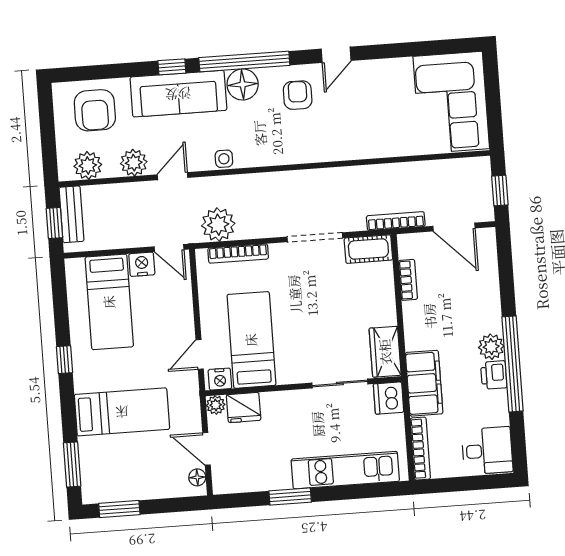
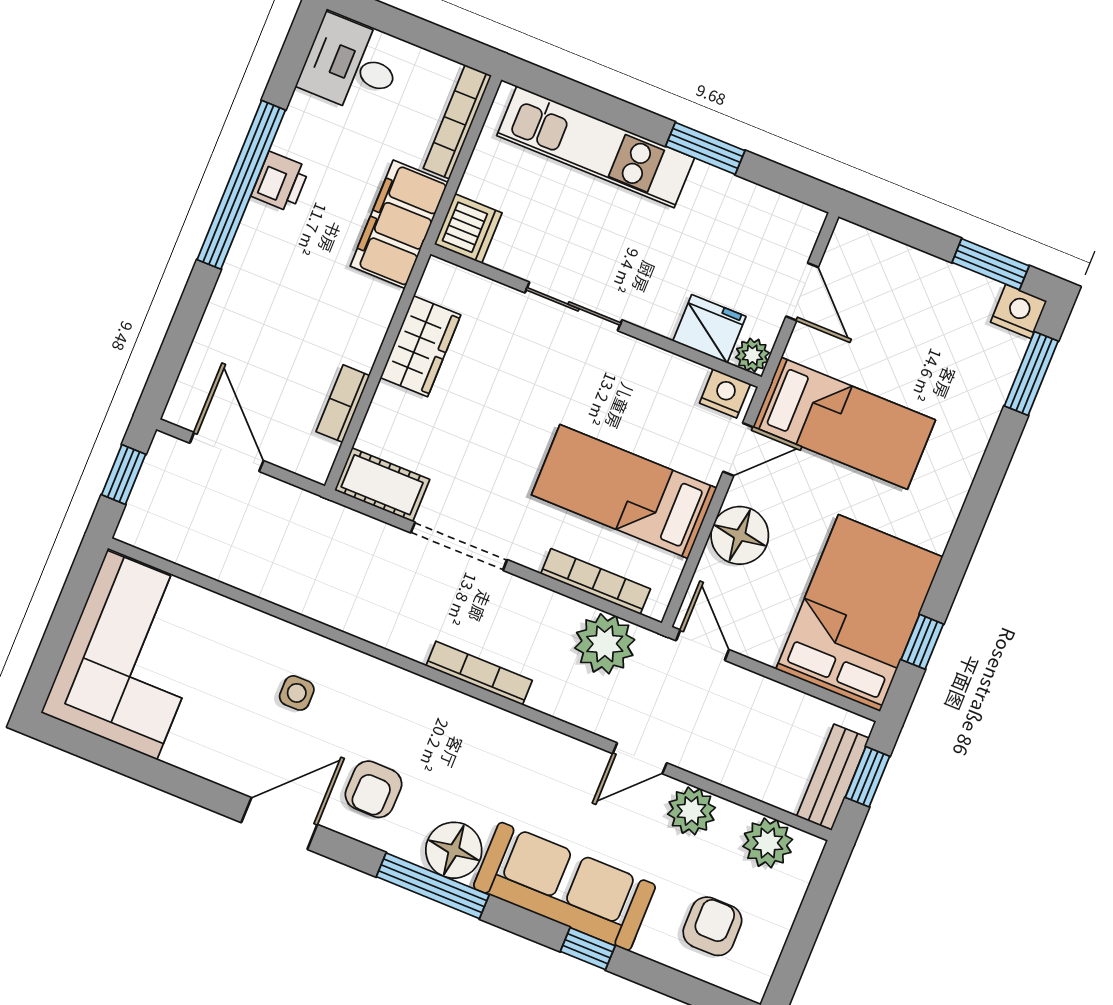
door: (336, 55) -> (279, 823), width x1.38
window: (244, 62) -> (433, 886), width x0.68
window: (172, 67) -> (588, 949), moved
armchair: (95, 110) -> (712, 926), width x0.72, depth x0.72
side table: (224, 159) -> (297, 693), moved
bookcase: (396, 221) -> (479, 673), moved, turned 180
nightstand: (142, 264) -> (1019, 311), moved, turned 180
bed: (109, 302) -> (859, 613), width x1.50
bed: (251, 340) -> (624, 491), moved, turned 90
plant: (491, 347) -> (262, 230), removed
wardrobe: (385, 352) -> (420, 346), moved
window: (64, 360) -> (922, 642), moved
sliding door: (340, 383) -> (574, 306), moved
bed: (122, 412) -> (844, 423), moved, turned 180
floor lamp: (197, 477) -> (740, 535), moved, width x1.89, depth x1.89

